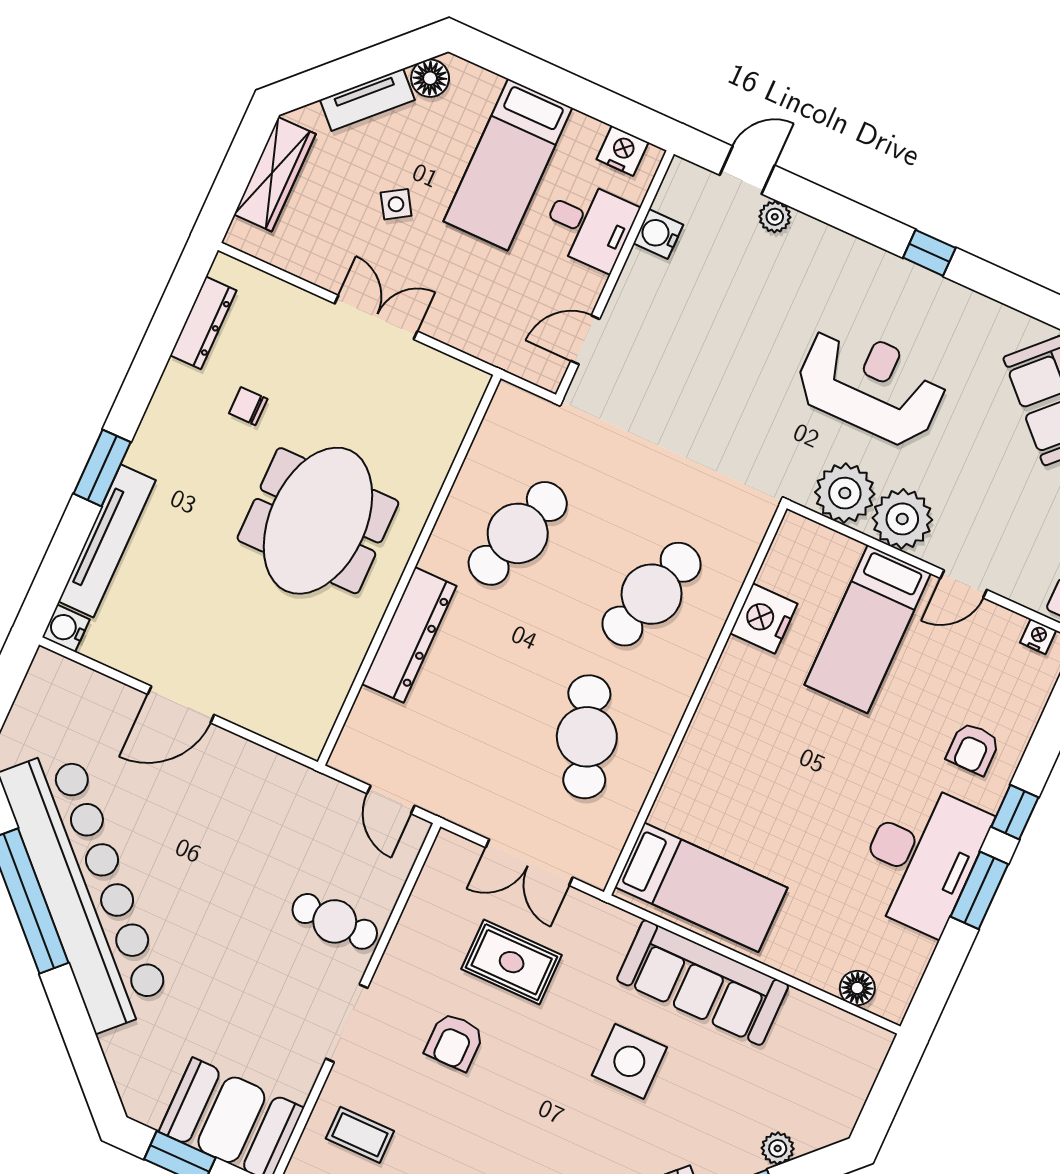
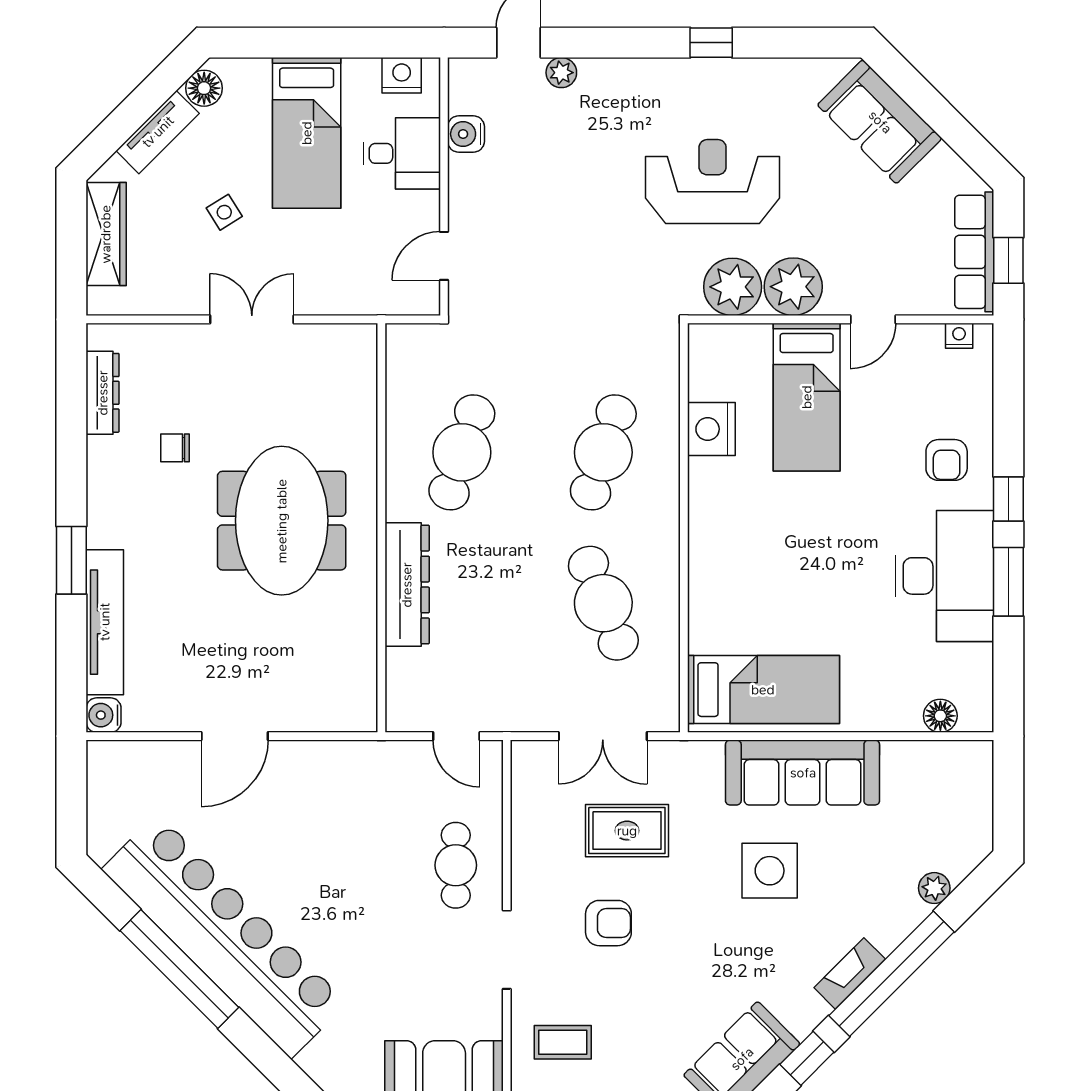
cafe table: (335, 921) -> (456, 865), turned 90
armchair: (454, 1042) -> (608, 923), turned -90

